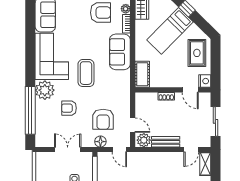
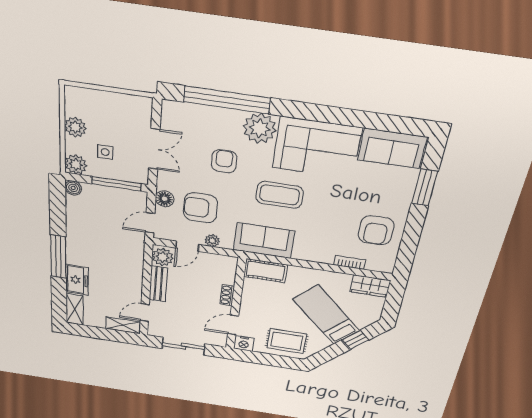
plant: (126, 9) -> (212, 241), moved
sofa: (120, 52) -> (264, 241), moved
door: (191, 150) -> (145, 313), hinge flipped

